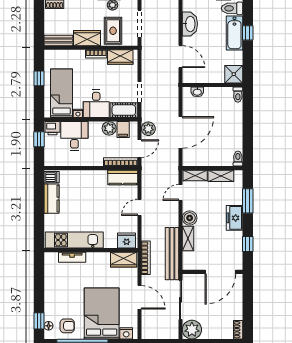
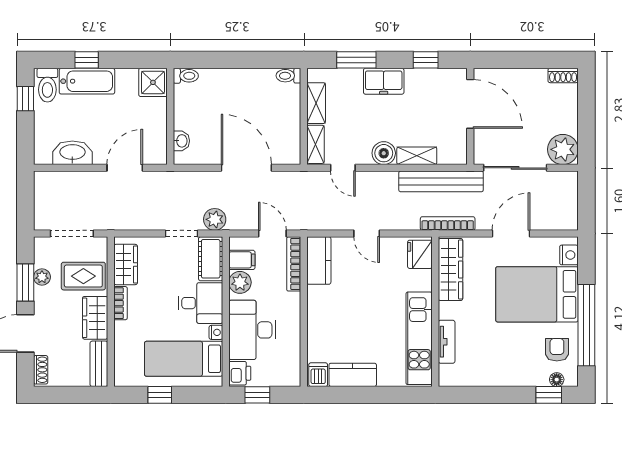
plant: (148, 129) -> (215, 219), moved
desk: (74, 136) -> (252, 330), width x1.37
wardrobe: (124, 260) -> (450, 269), width x1.50

